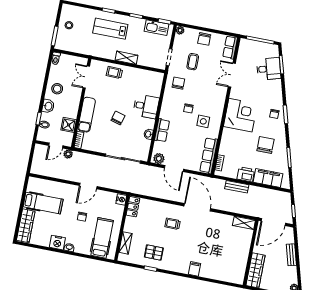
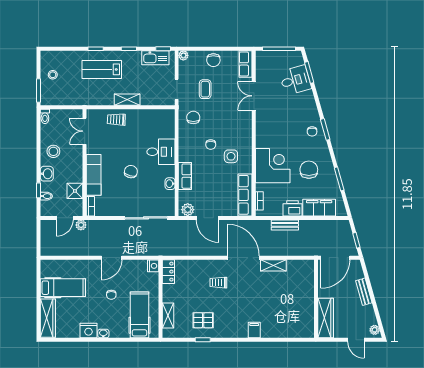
corner desk: (240, 115) -> (273, 166), moved
shelving: (244, 223) -> (273, 265), moved

